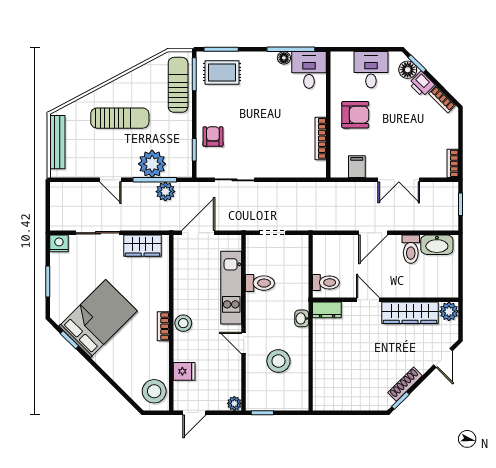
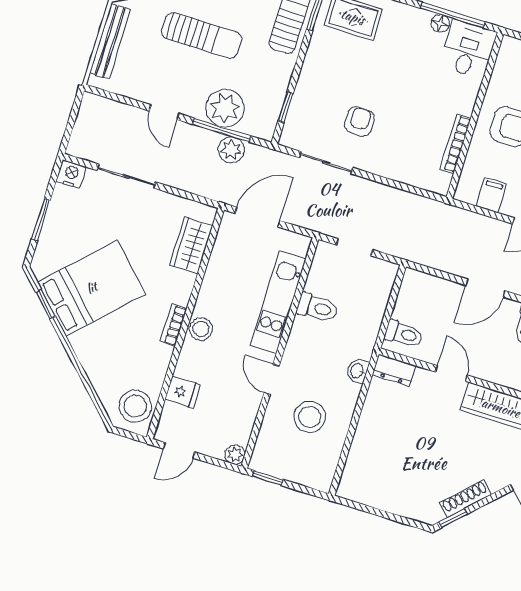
armchair: (213, 137) -> (359, 121), moved
wardrobe: (143, 246) -> (191, 245), moved, turned 90

